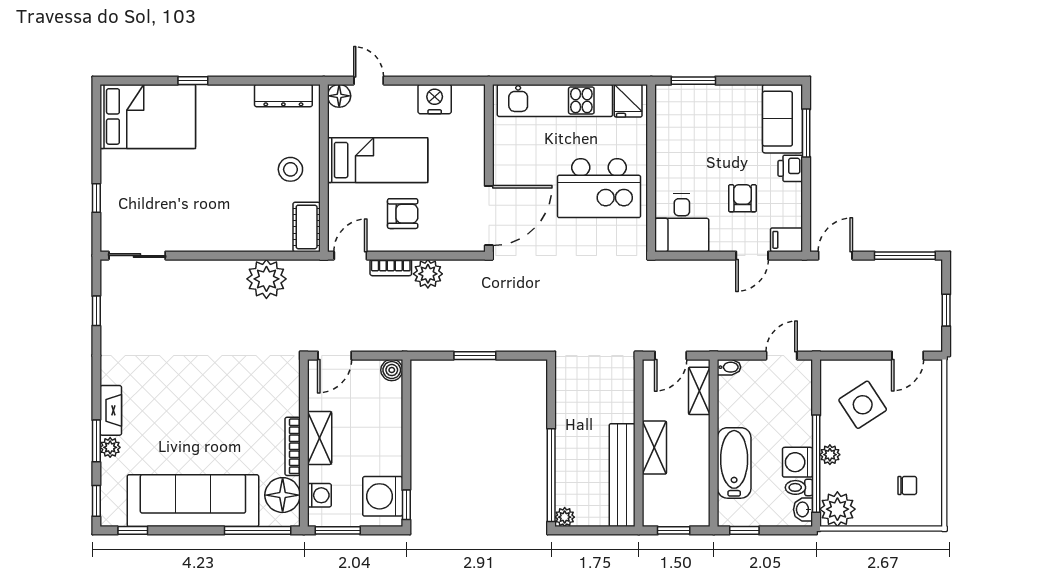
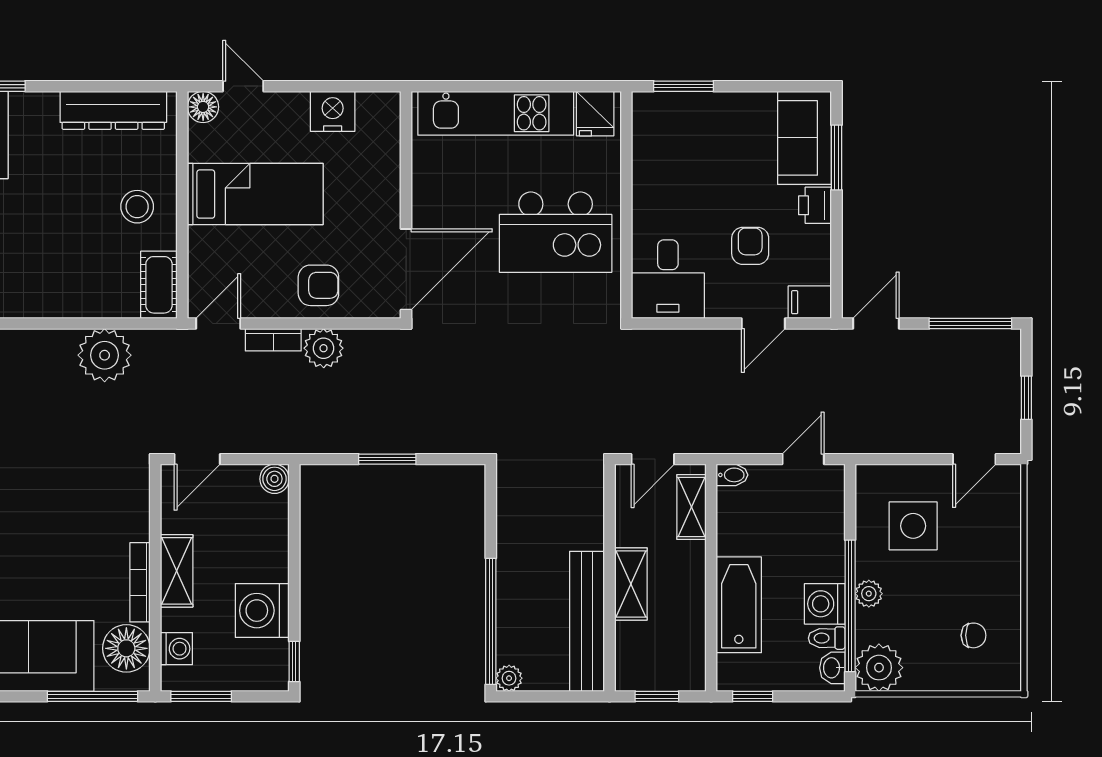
dresser: (283, 96) -> (113, 110), width x1.37, depth x1.24
armchair: (403, 214) -> (318, 285), moved
side table: (863, 405) -> (913, 526), turned 33
washing machine: (383, 496) -> (262, 611), moved

